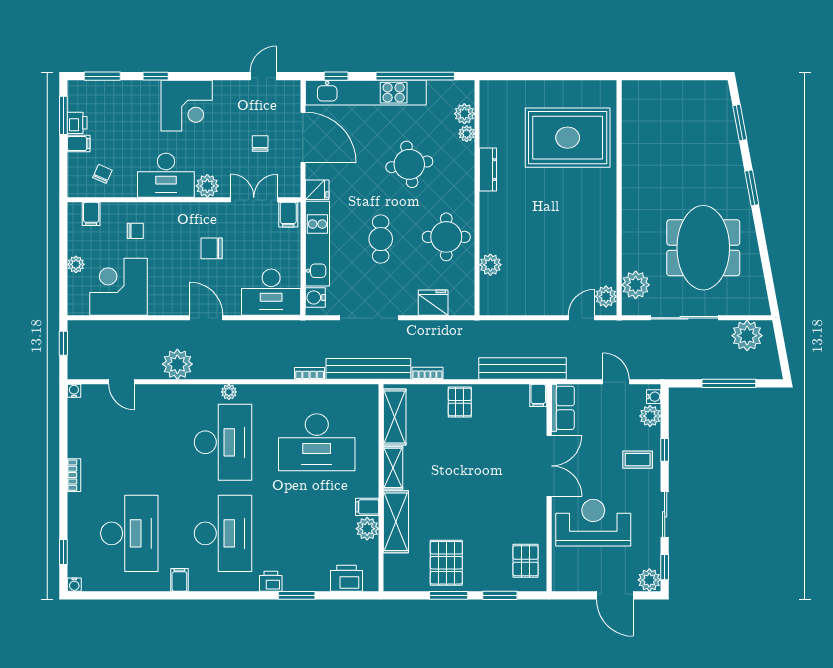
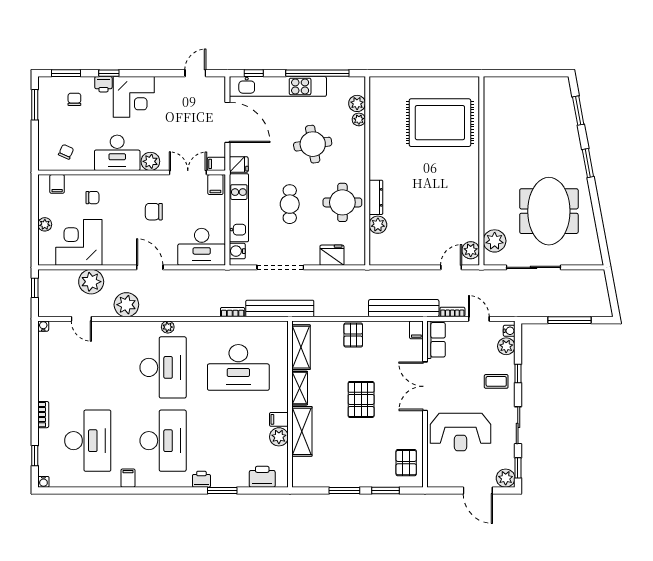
printer: (77, 123) -> (103, 84), moved, turned 90
filing cabinet: (79, 144) -> (216, 164), moved, turned 180
chair: (260, 144) -> (74, 99), moved
dresser: (488, 170) -> (376, 197), moved
plant: (747, 336) -> (91, 282), moved
bookcase: (428, 373) -> (452, 312), moved
double door: (549, 466) -> (425, 386), swing flipped
bookcase: (74, 475) -> (43, 415), moved
reception desk: (593, 523) -> (460, 432), turned 180
pallet: (446, 563) -> (361, 399), moved

